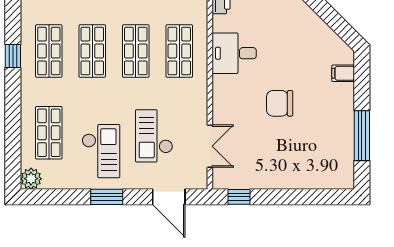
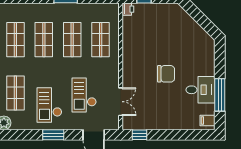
desk: (234, 53) -> (200, 90), moved, turned 180
filing cabinet: (343, 73) -> (207, 120), moved
chair: (280, 103) -> (166, 74), turned 180
checkout: (101, 151) -> (49, 105), turned 180

